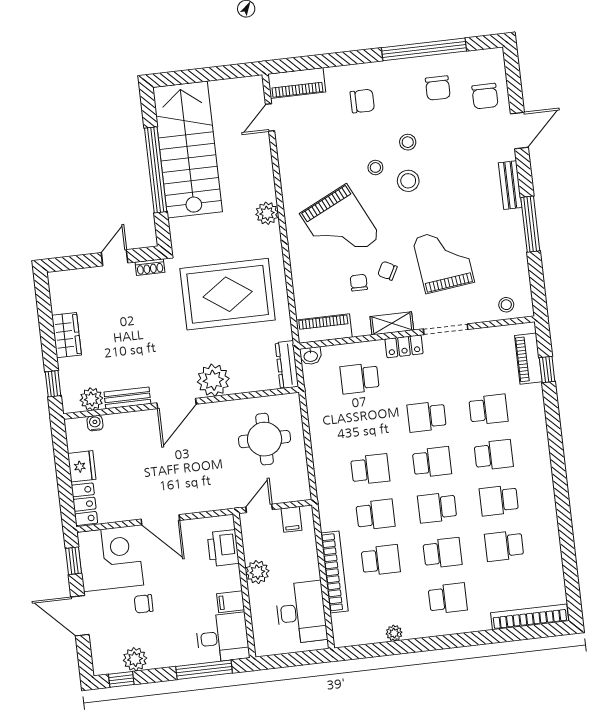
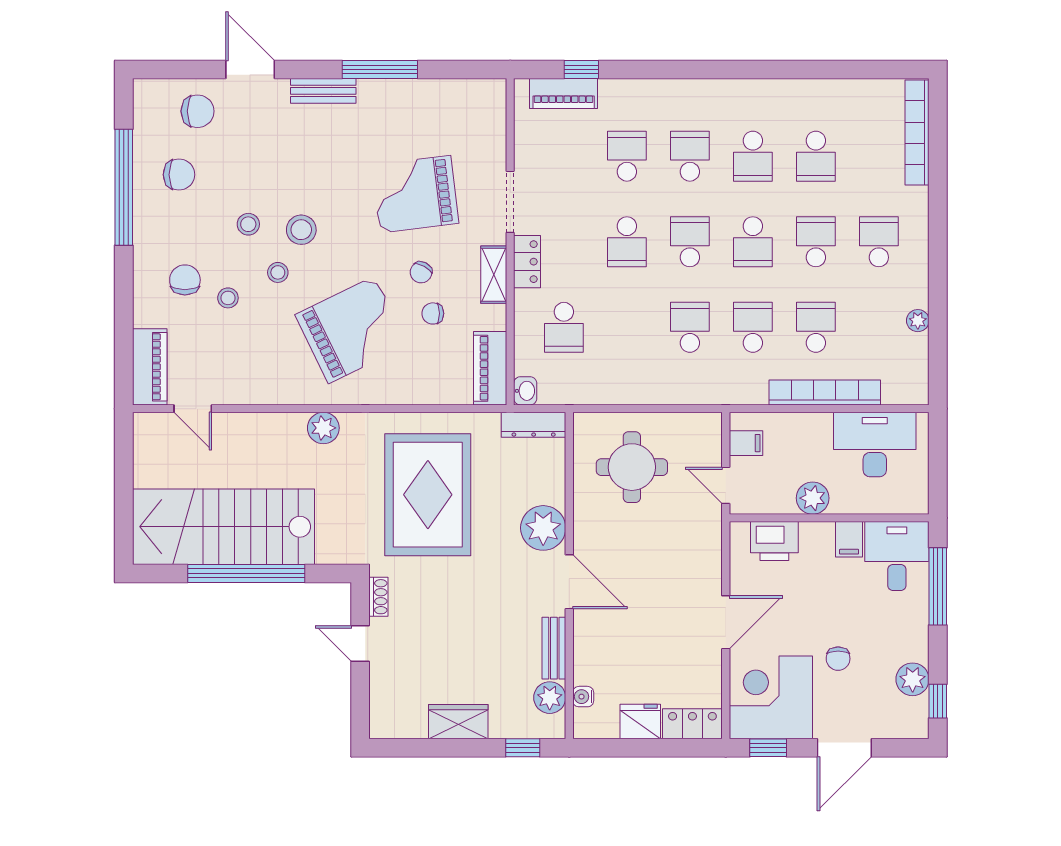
stool: (506, 305) -> (228, 298), moved

